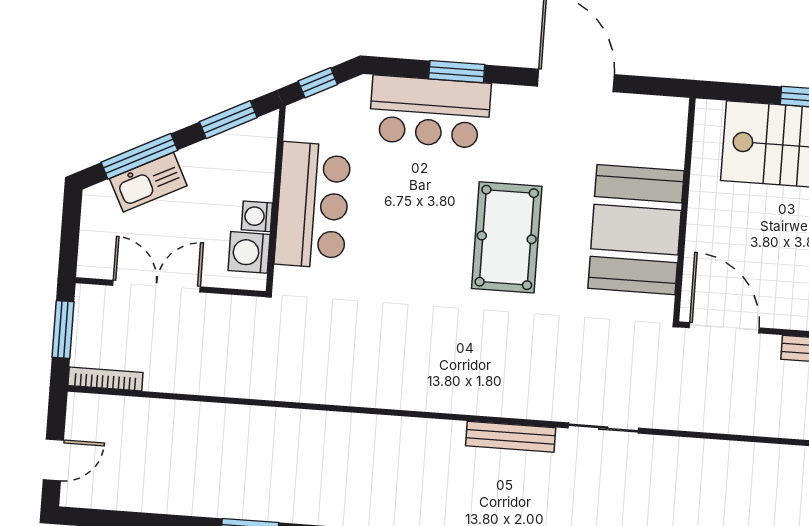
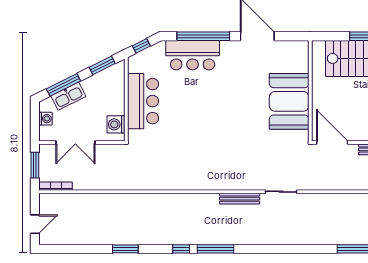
window: (457, 72) -> (203, 36), width x2.11
washing machine: (257, 216) -> (46, 119), moved, turned 180
pool table: (507, 237) -> (231, 109), removed
double door: (156, 286) -> (75, 143), swing flipped

